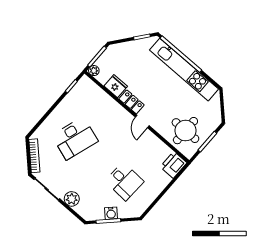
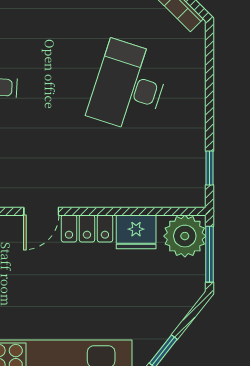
plant: (94, 71) -> (185, 236), width x1.88, depth x1.88
door: (142, 121) -> (41, 211), swing flipped

